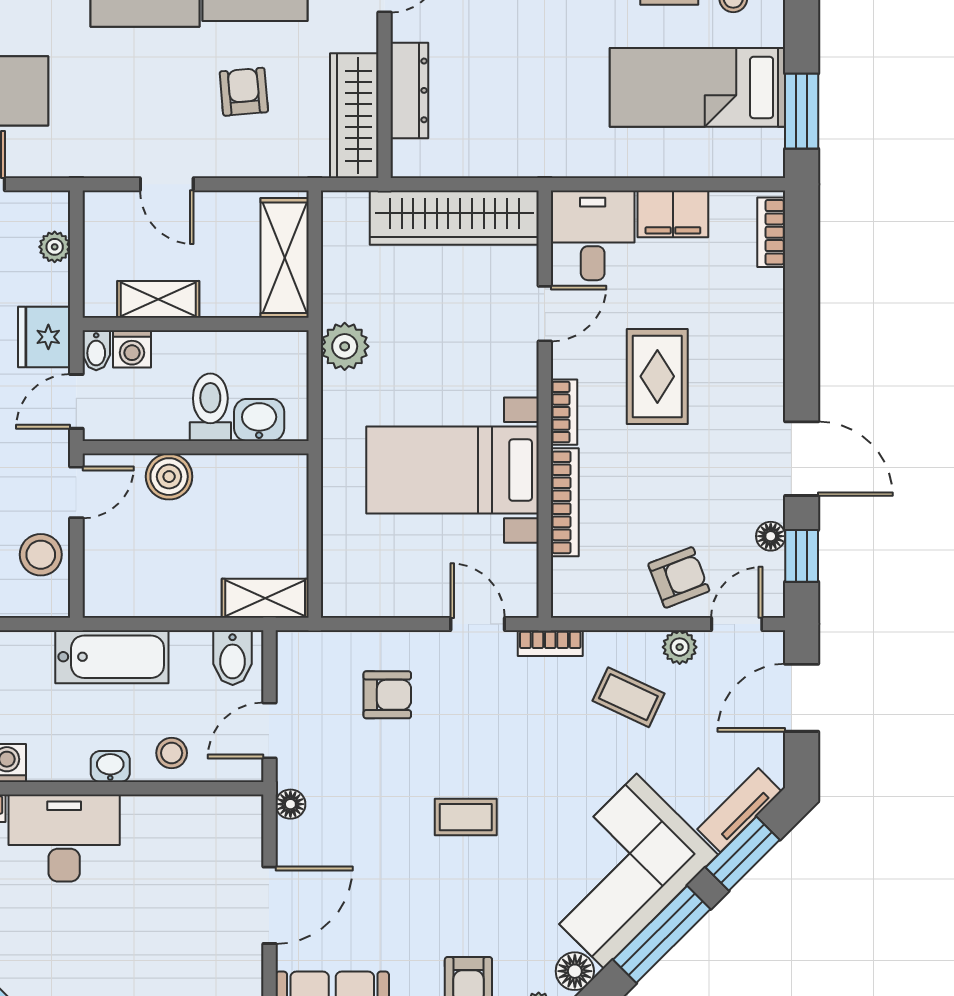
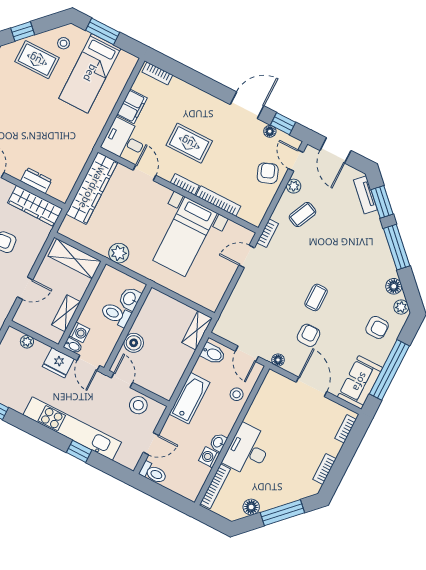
dresser: (409, 90) -> (36, 181), width x0.70
window: (802, 111) -> (103, 31), moved
armchair: (387, 695) -> (309, 335), moved
washbasin: (110, 766) -> (218, 442), moved
corner sofa: (620, 871) -> (365, 250), removed

